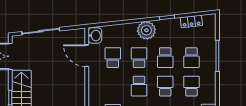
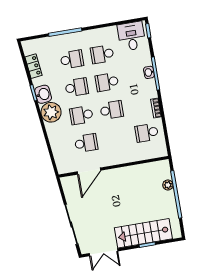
washbasin: (95, 35) -> (43, 94), moved, turned 84
school desk: (113, 58) -> (86, 143), turned 180

